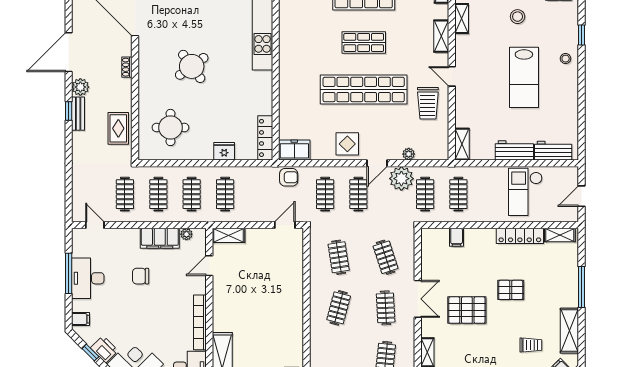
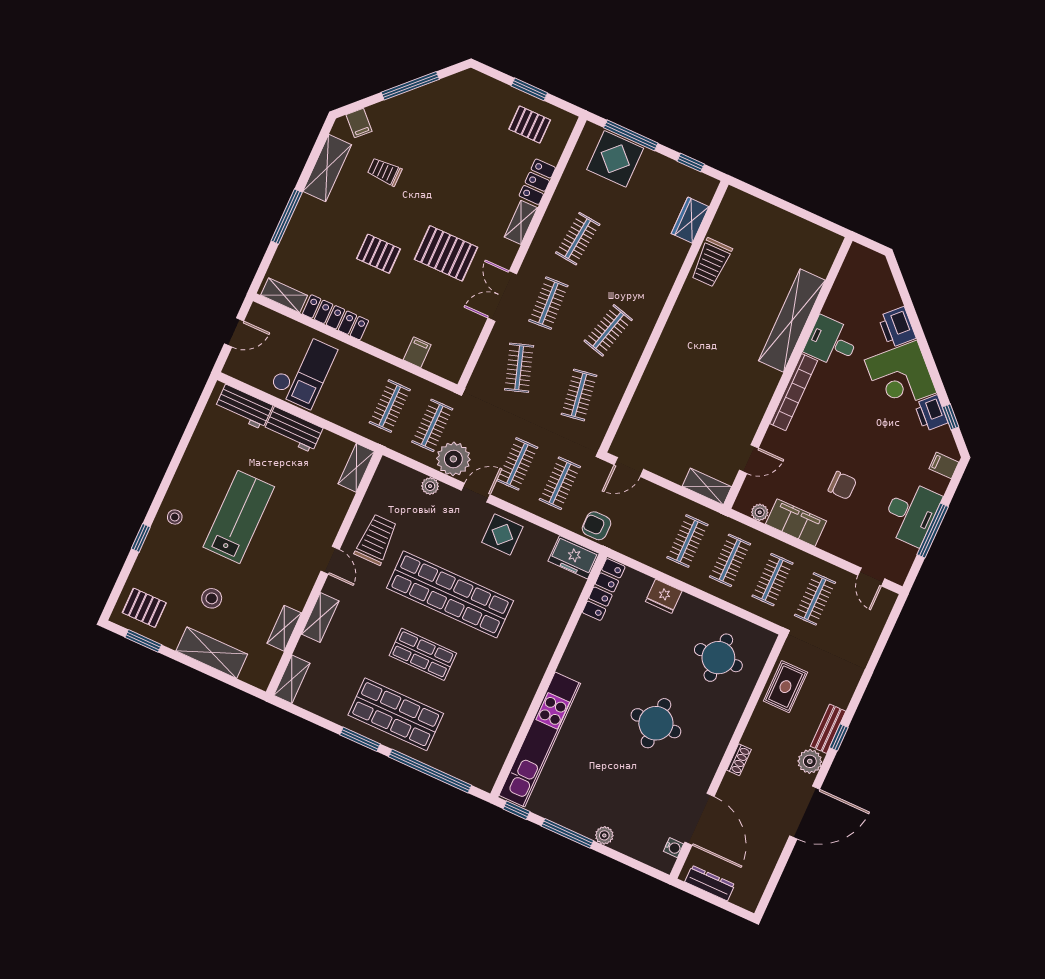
round table: (192, 66) -> (656, 723), turned 36

